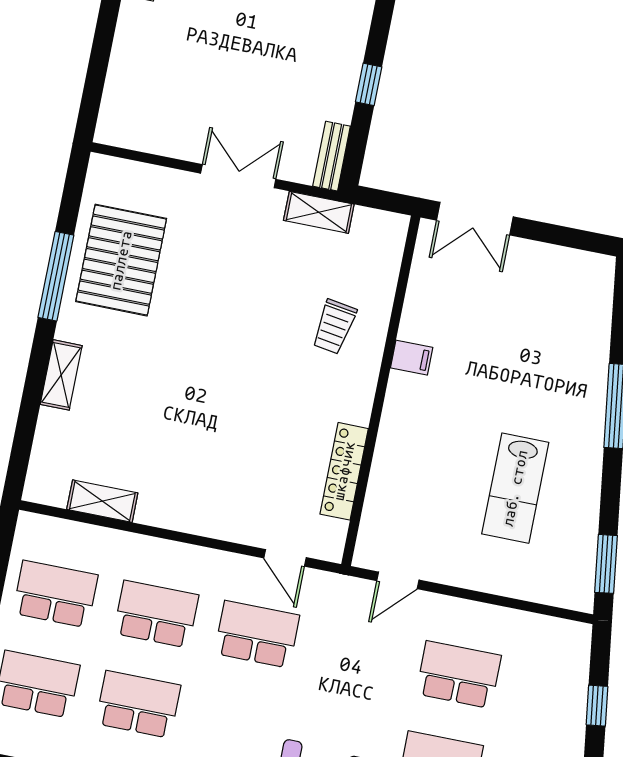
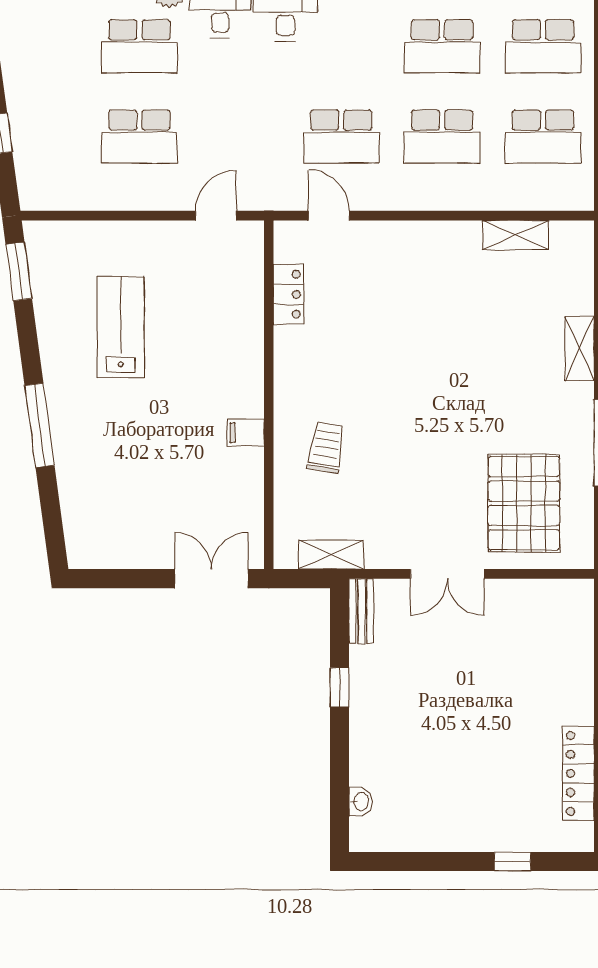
shelving: (319, 212) -> (331, 555), moved
pallet: (121, 260) -> (524, 503), moved
locker: (344, 471) -> (289, 294), width x0.66

